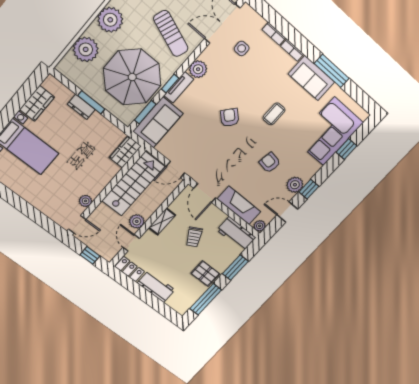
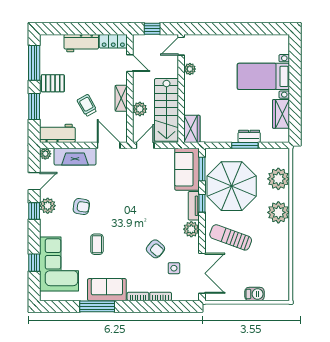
coffee table: (274, 114) -> (97, 244), moved
armchair: (230, 117) -> (155, 249), moved
plant: (137, 221) -> (140, 109), moved

